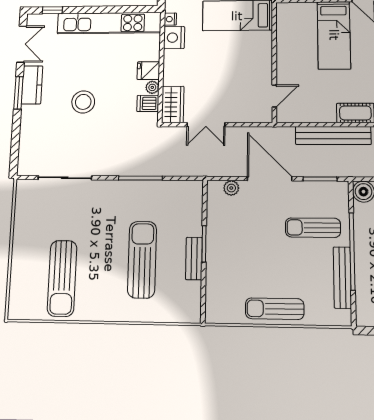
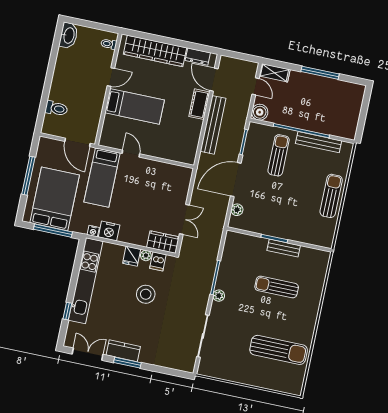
window: (52, 10) -> (67, 311), moved
door: (274, 96) -> (131, 154), moved
stool: (83, 102) -> (146, 294), moved
plant: (118, 187) -> (219, 296), added
sun lounger: (313, 228) -> (279, 155), turned 180
sun lounger: (142, 259) -> (277, 287), width x0.73, depth x0.75
sun lounger: (275, 309) -> (331, 196), turned 180

